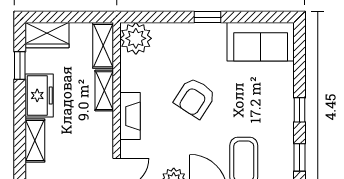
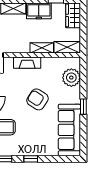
plant: (136, 38) -> (71, 78), moved
sofa: (261, 42) -> (69, 130), width x1.36

